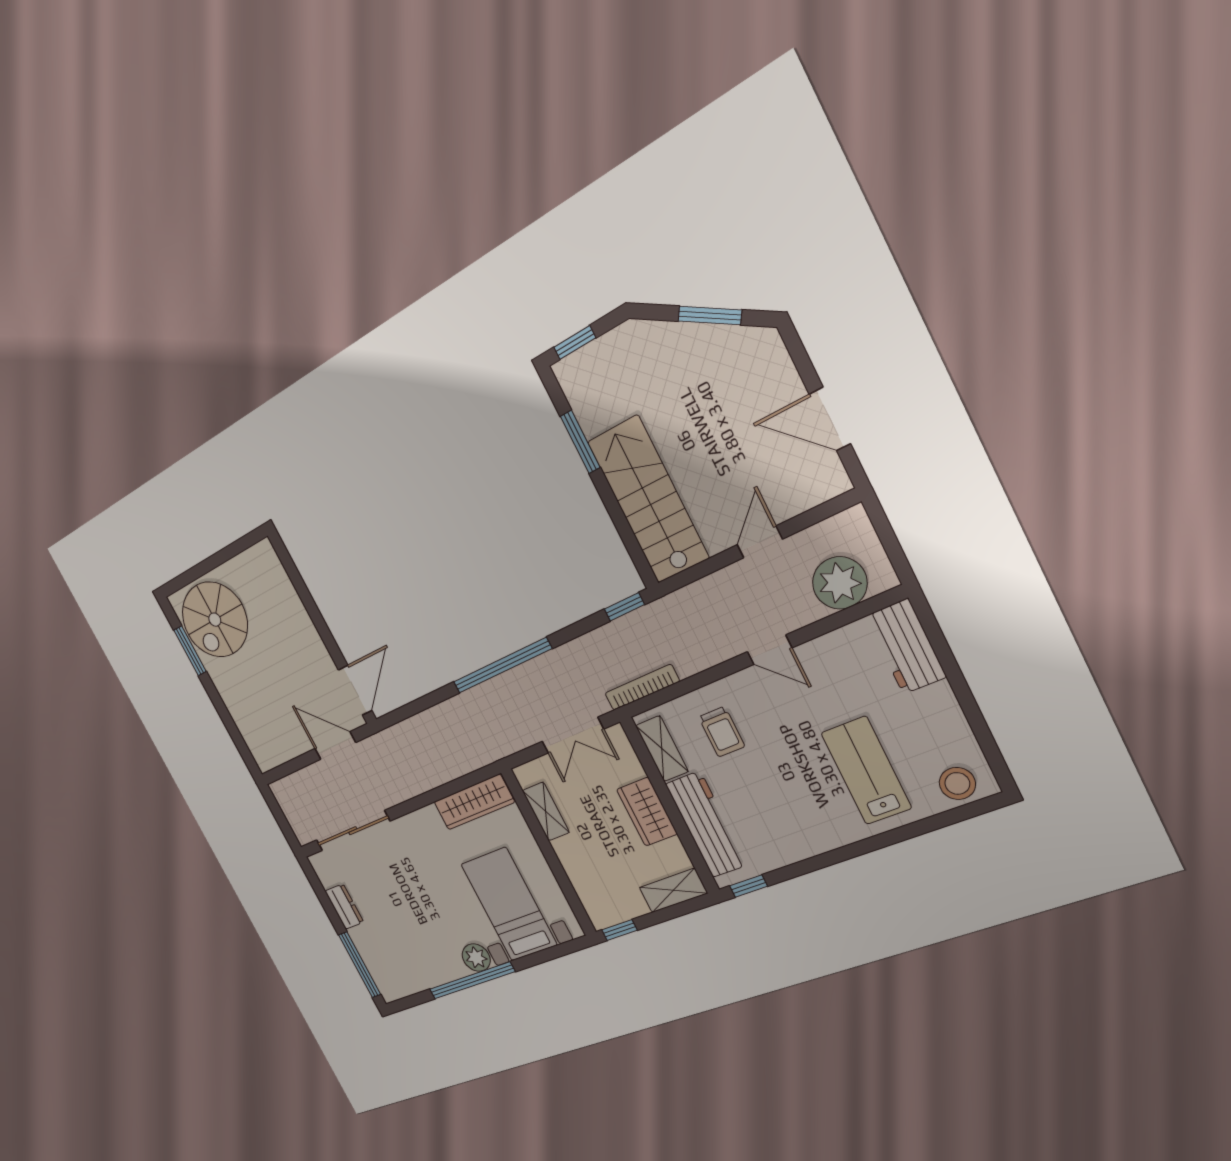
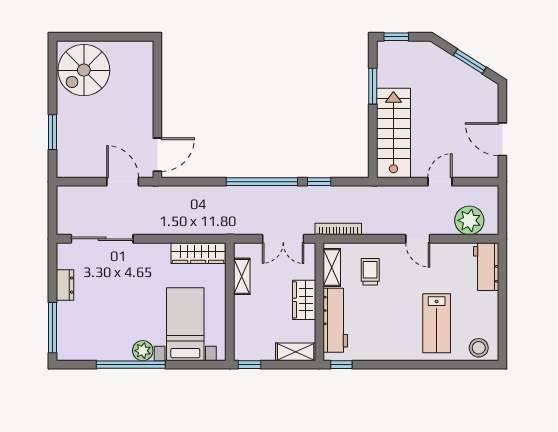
window: (624, 607) -> (319, 182), moved
window: (190, 651) -> (53, 132), moved
trolley: (722, 732) -> (370, 272), turned 180
lab bench: (866, 771) -> (437, 323), turned 180

